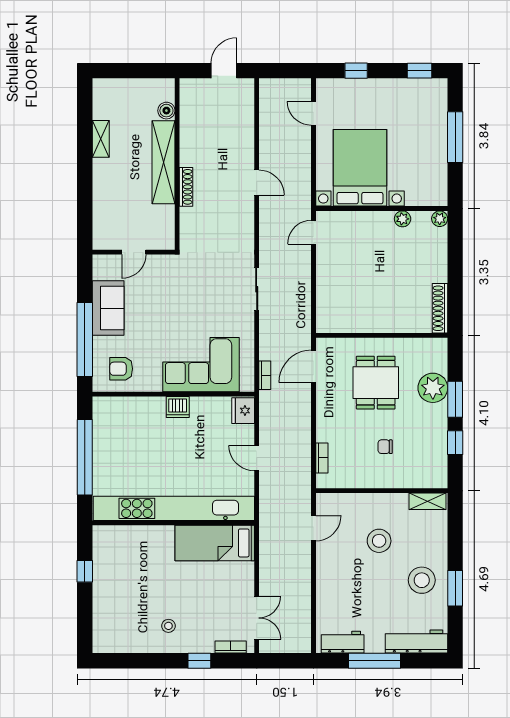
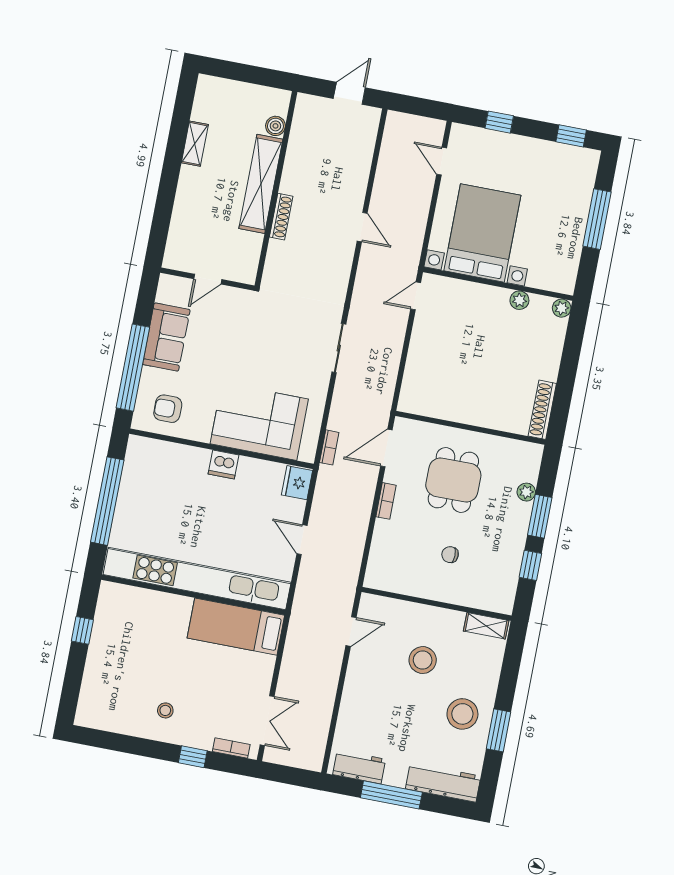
plant: (433, 388) -> (526, 492), width x0.53, depth x0.53
bookcase: (322, 458) -> (386, 501), moved

